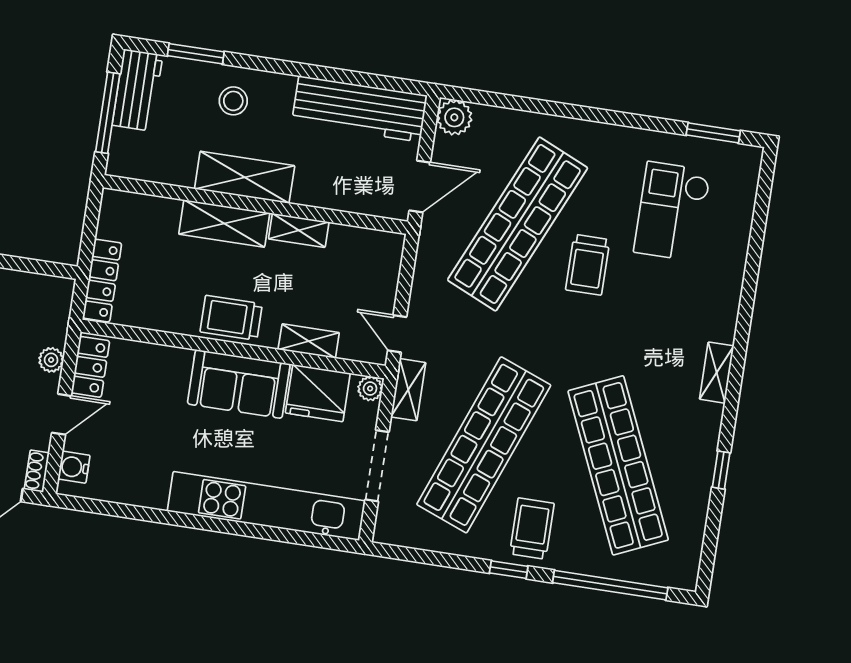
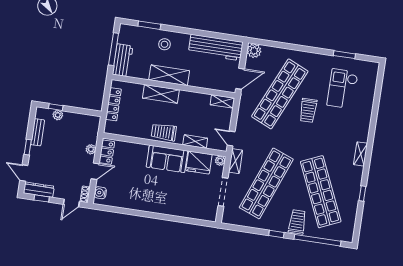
workbench: (137, 90) -> (123, 60), moved
window: (713, 133) -> (344, 55), moved
shelving: (299, 230) -> (222, 101), moved
locker: (102, 281) -> (113, 104), moved
kitchen unit: (266, 506) -> (178, 208), removed
trolley: (532, 529) -> (297, 222), moved

